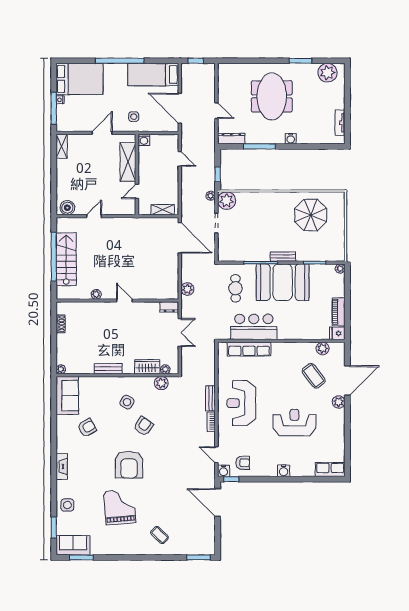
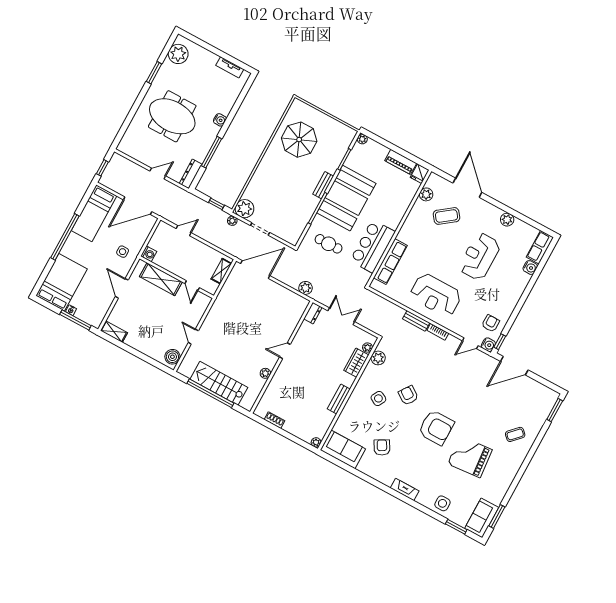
plant: (339, 402) -> (507, 220), moved
water cooler: (284, 471) -> (530, 268), moved

